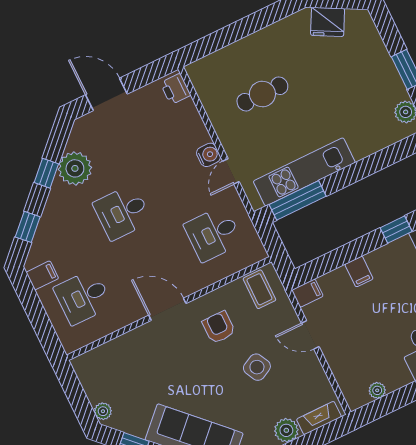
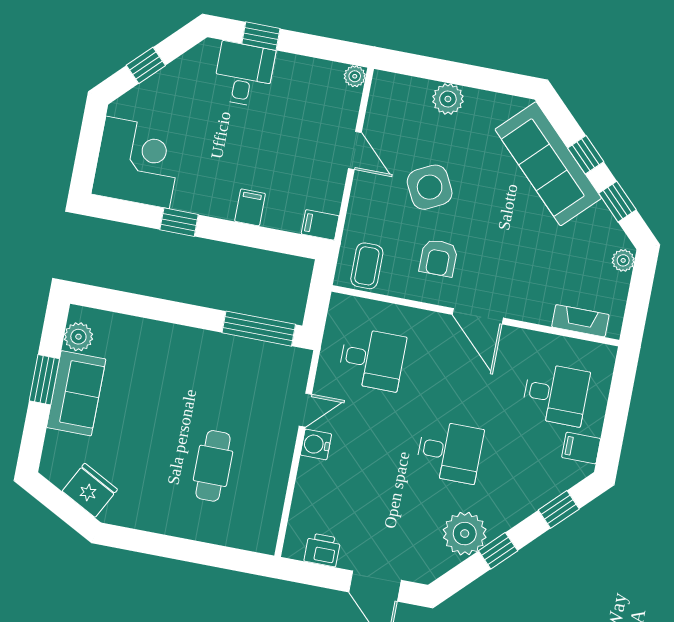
sofa: (381, 76) -> (76, 393), added
printer: (175, 89) -> (322, 550), moved, turned -90
cafe table: (262, 94) -> (213, 466), turned 90
kitchen unit: (304, 172) -> (230, 353), removed
door: (310, 335) -> (355, 151), moved
side table: (257, 367) -> (430, 187), width x1.37, depth x1.37
plant: (377, 390) -> (355, 76), moved
fireplace: (319, 418) -> (580, 321), moved, turned 180

